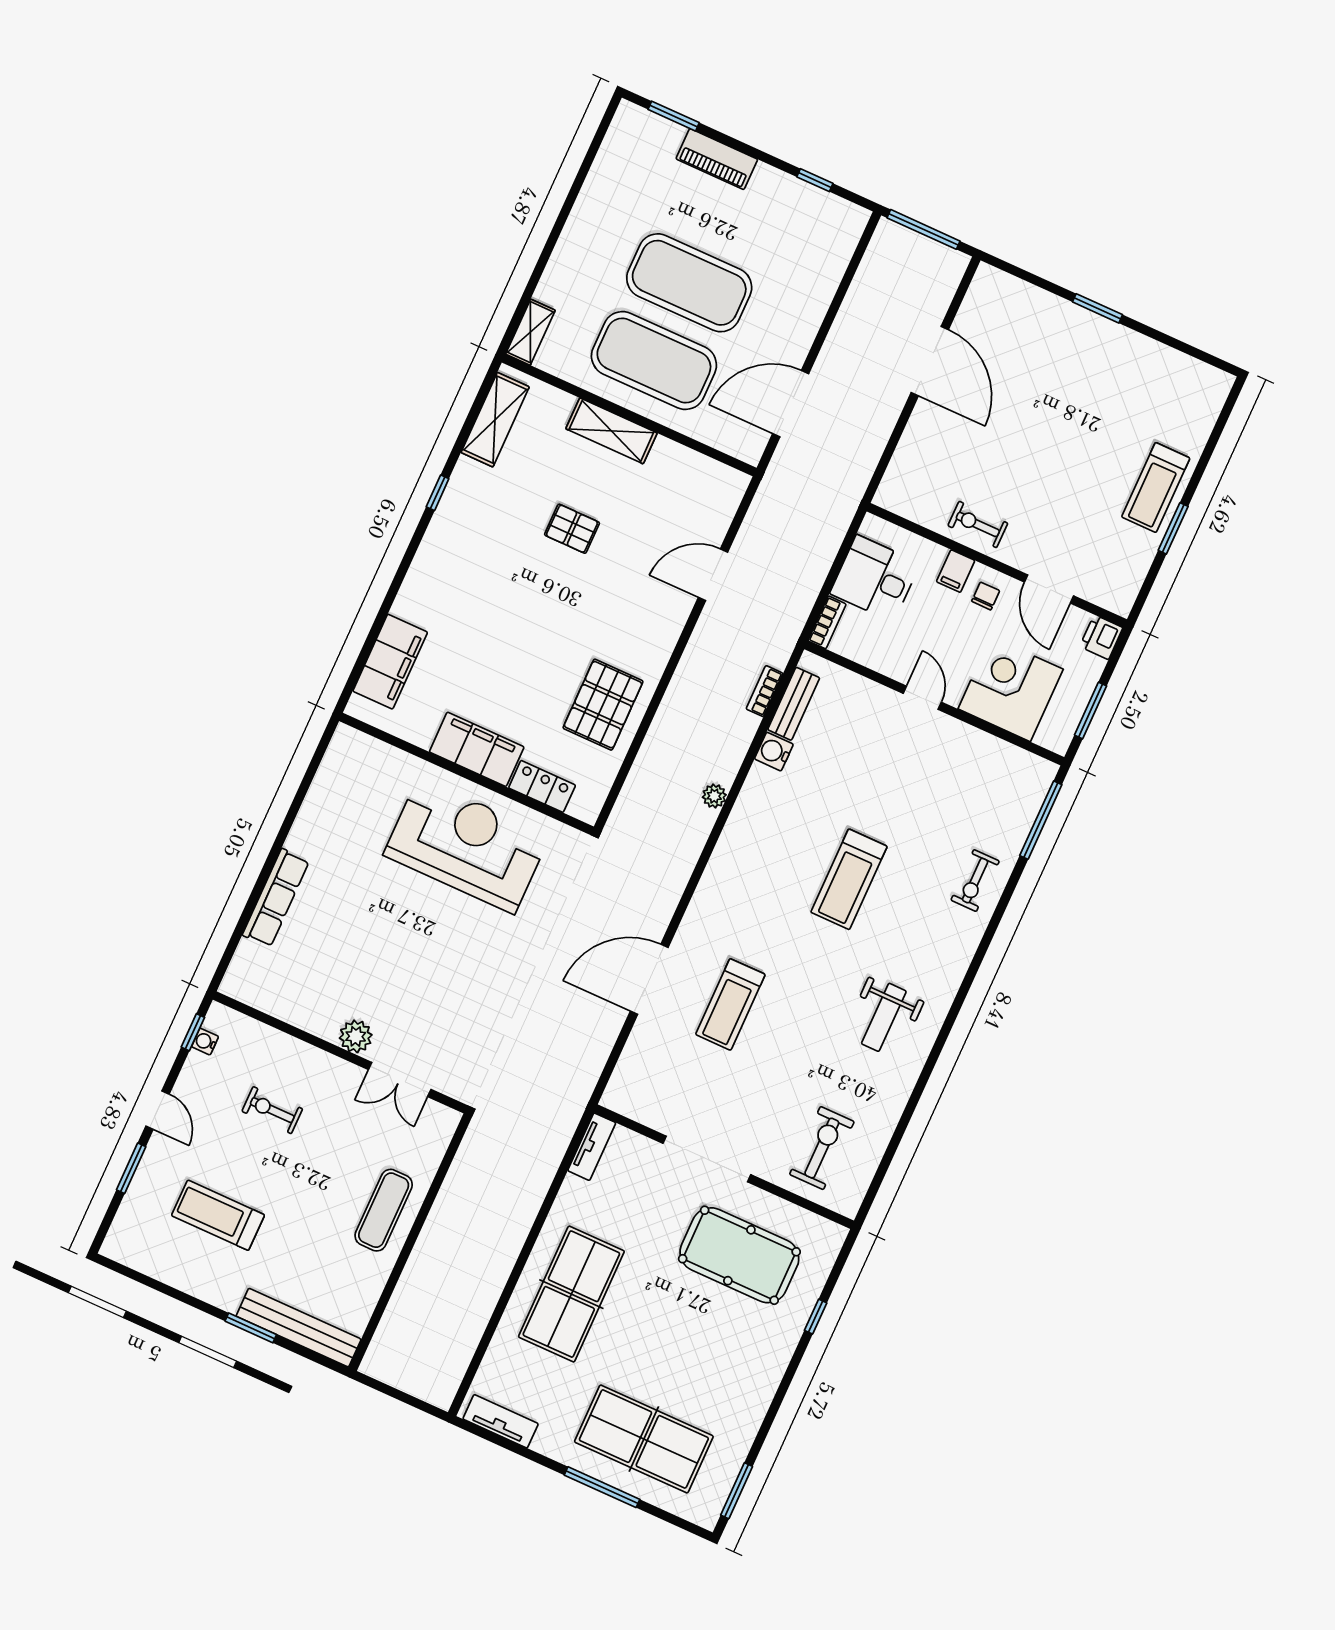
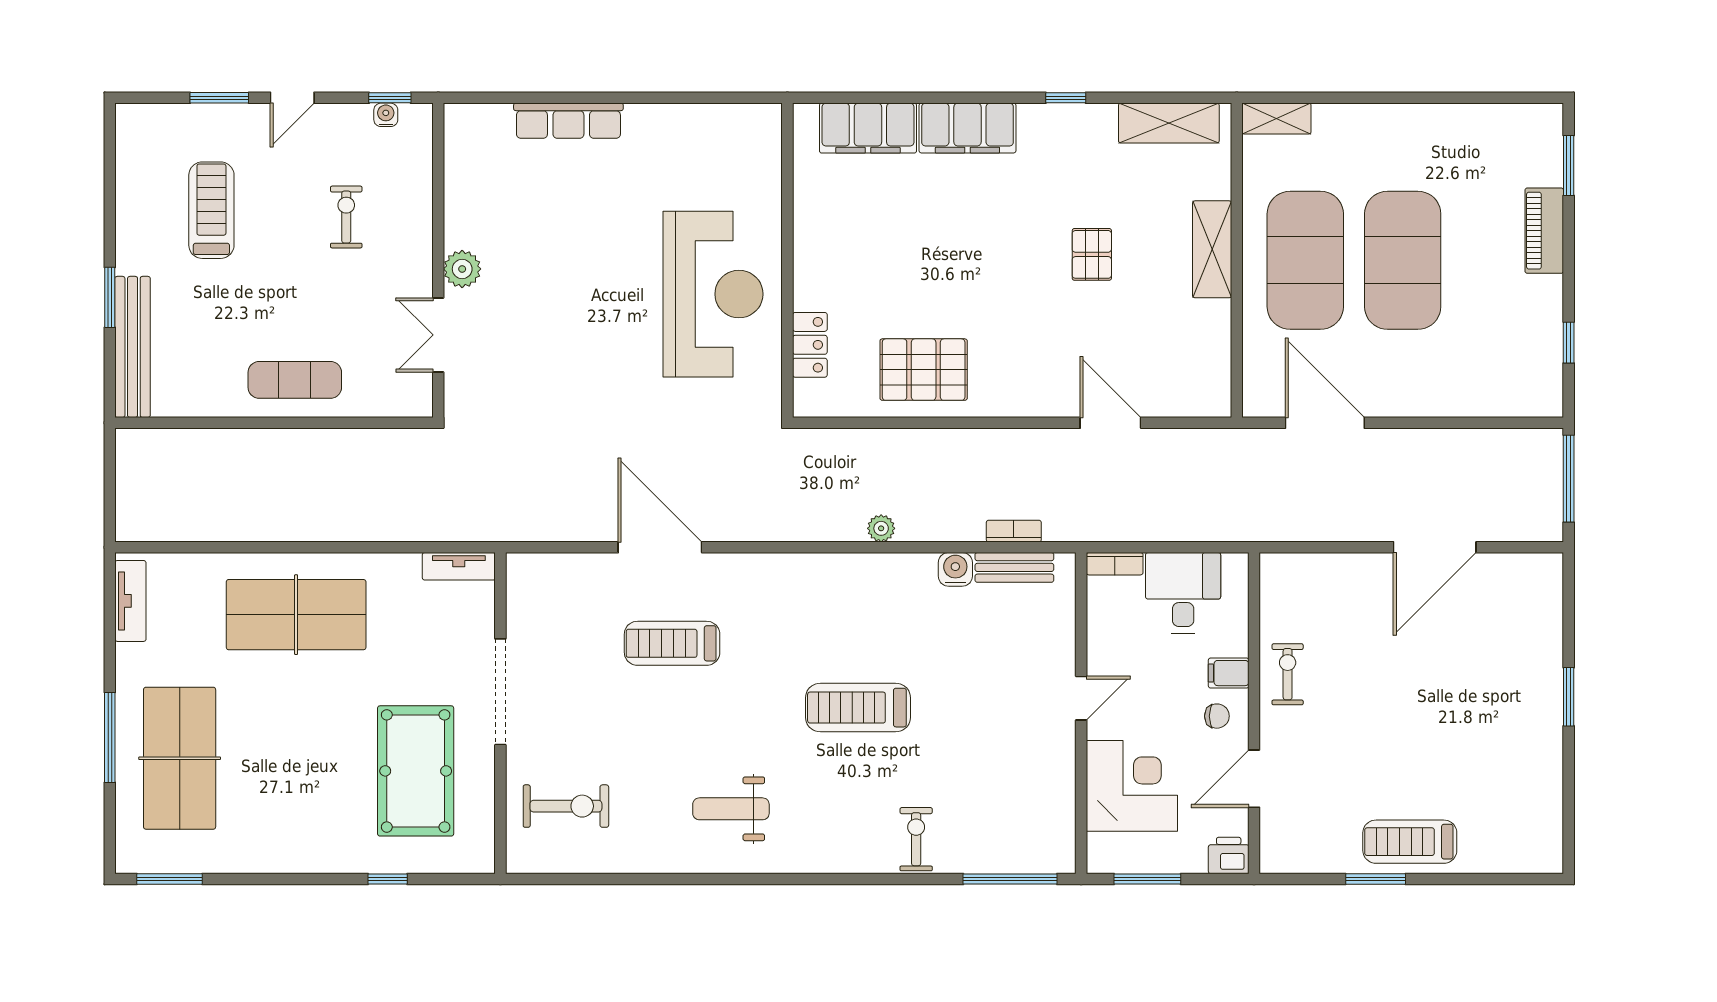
filing cabinet: (477, 749) -> (967, 128), moved, turned 90
exercise bike: (975, 881) -> (916, 839), turned 90

